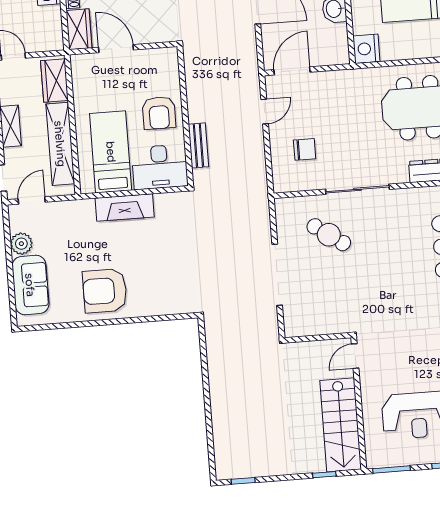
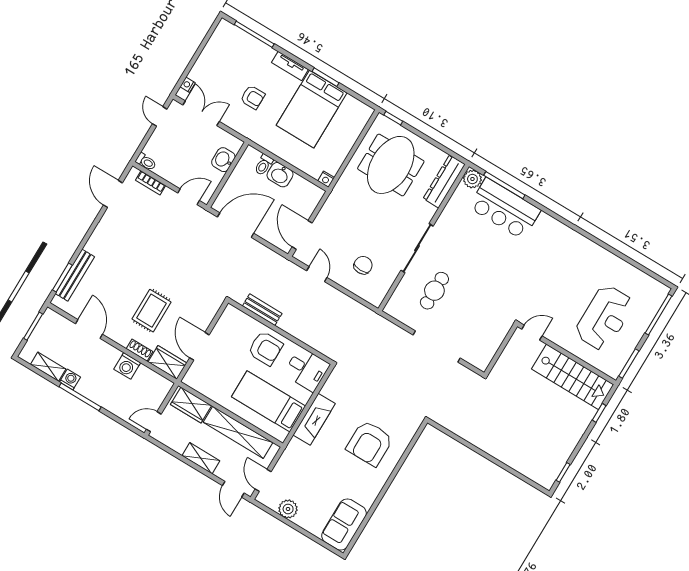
door: (116, 49) -> (199, 346), hinge flipped
nightstand: (366, 49) -> (326, 179), width x0.53, depth x0.56
bench: (198, 145) -> (262, 310), moved
desk: (160, 167) -> (307, 369), width x0.73
cafe table: (329, 235) -> (434, 291), turned -35
sofa: (30, 285) -> (344, 524), moved, turned -90
armchair: (105, 291) -> (370, 443), moved
door: (355, 356) -> (532, 333), swing flipped

